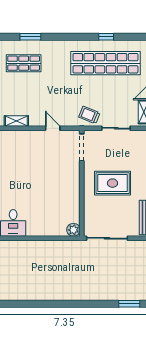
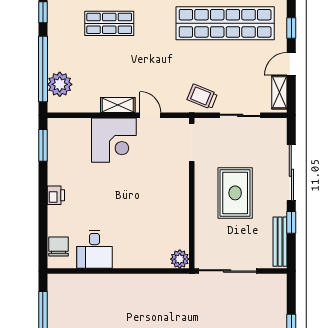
shelving: (16, 121) -> (118, 105), moved
corner desk: (27, 146) -> (114, 140), added
rug: (113, 183) -> (235, 193), turned 90

